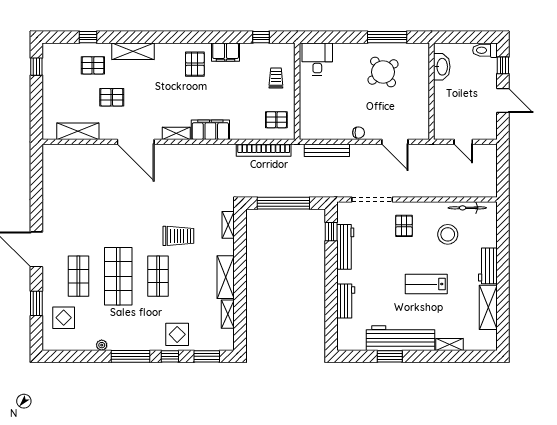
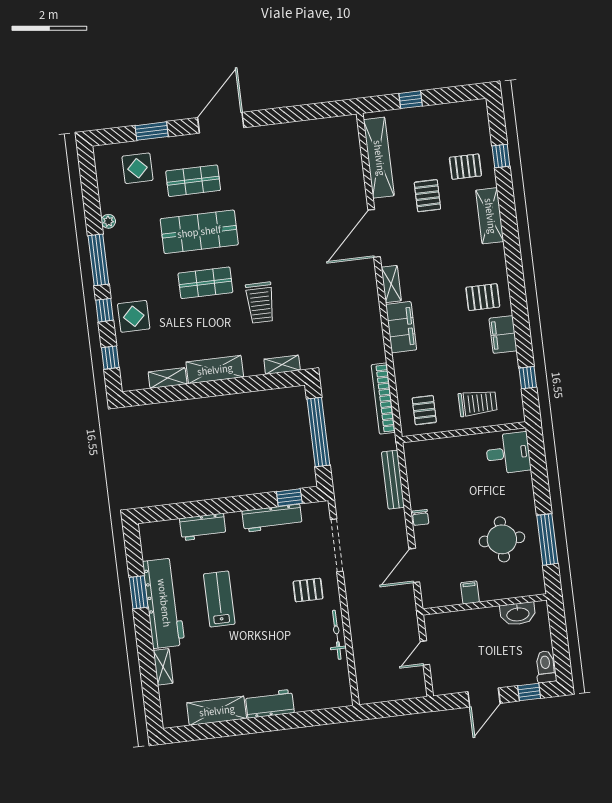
pallet: (93, 65) -> (465, 167), turned 90
window: (36, 67) -> (411, 100), moved
round table: (383, 72) -> (502, 539), turned 37
trolley: (276, 78) -> (478, 403), width x1.36, depth x1.39
filing cabinet: (421, 102) -> (470, 592), added
shelving: (78, 131) -> (379, 158), width x1.47
bicycle: (467, 208) -> (337, 635), moved
stool: (448, 234) -> (304, 647), removed
lab bench: (426, 284) -> (219, 599), moved
window: (207, 356) -> (110, 358), width x0.67

